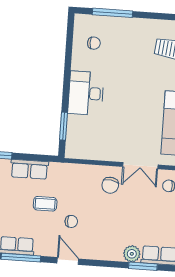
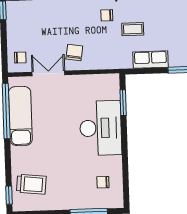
desk: (86, 93) -> (101, 128), width x1.36, depth x1.30

